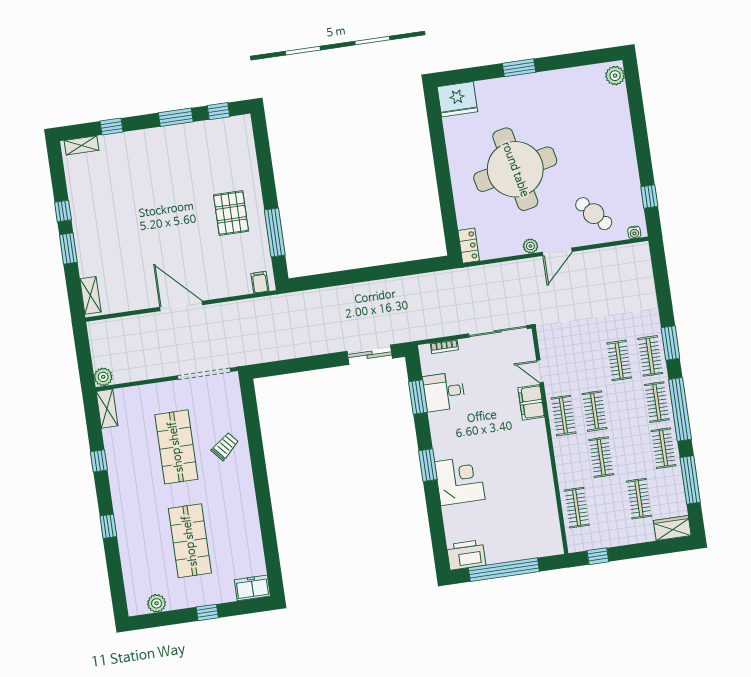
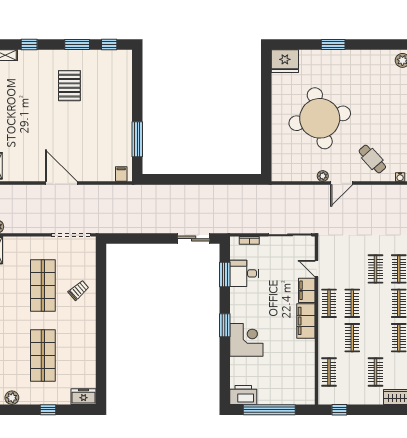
pallet: (231, 213) -> (69, 86), moved
locker: (469, 246) -> (278, 169), removed
filing cabinet: (536, 444) -> (306, 321), added

